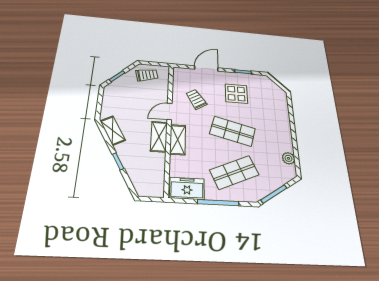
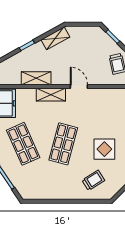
trolley: (196, 99) -> (93, 180), moved
shelving: (159, 137) -> (36, 78), moved
plant: (289, 158) -> (40, 194), removed

